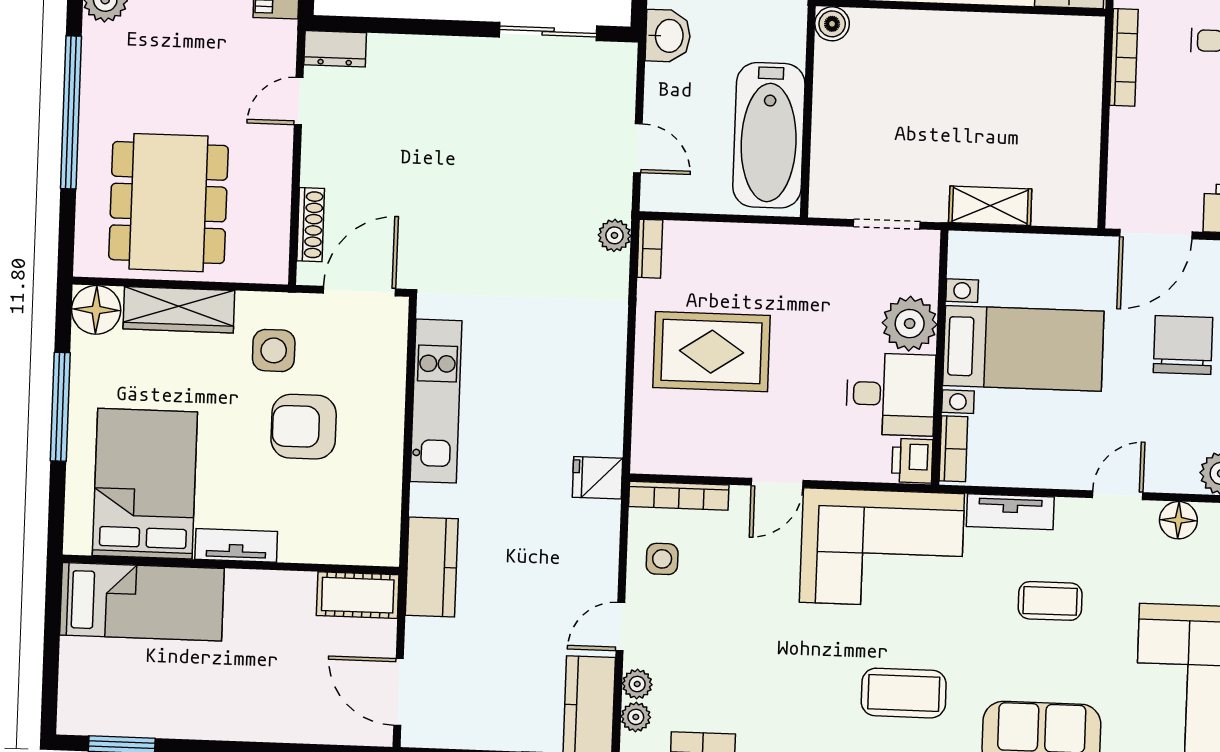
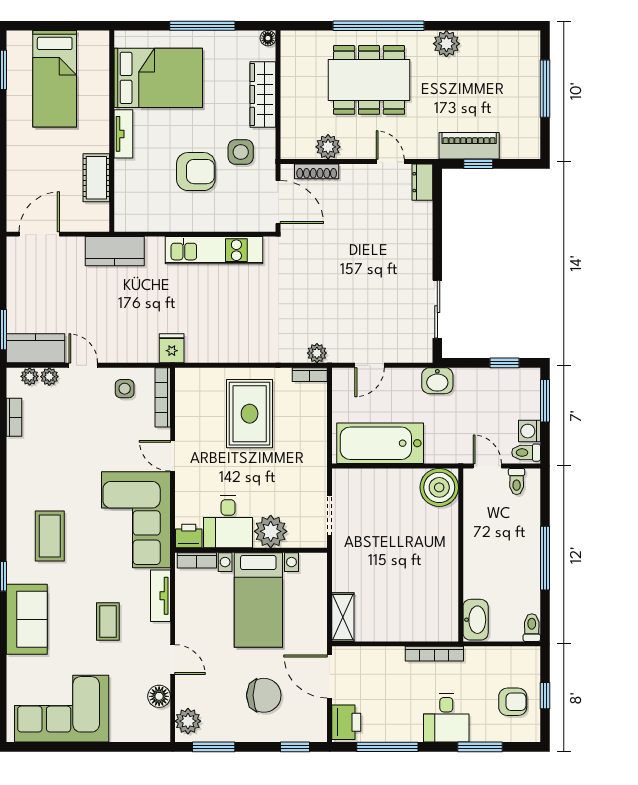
boiler: (832, 24) -> (439, 487), width x1.86, depth x1.86
dining table: (168, 203) -> (369, 80), moved
plant: (270, 204) -> (328, 147), added
shelving: (990, 206) -> (343, 617), moved
floor lamp: (96, 310) -> (268, 38), width x0.53, depth x0.53
armchair: (304, 427) -> (196, 172), turned 90
cot: (358, 595) -> (96, 178), moved
bed: (142, 602) -> (55, 79), moved

